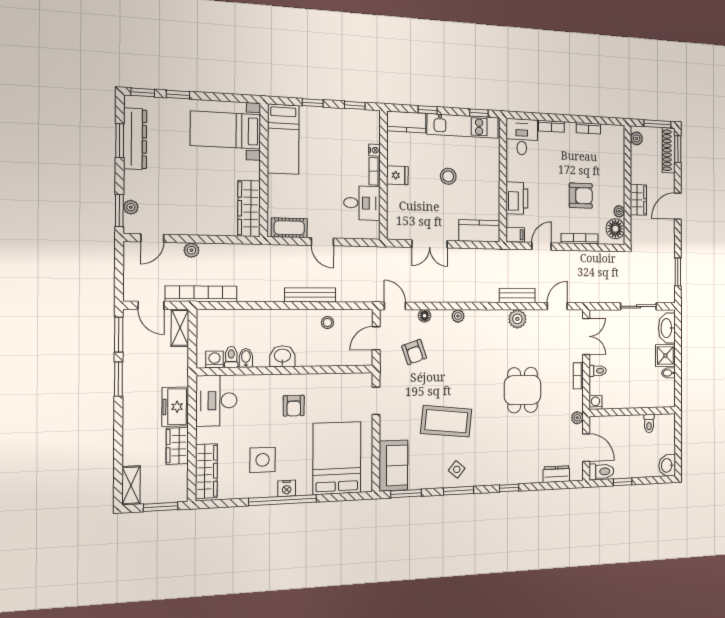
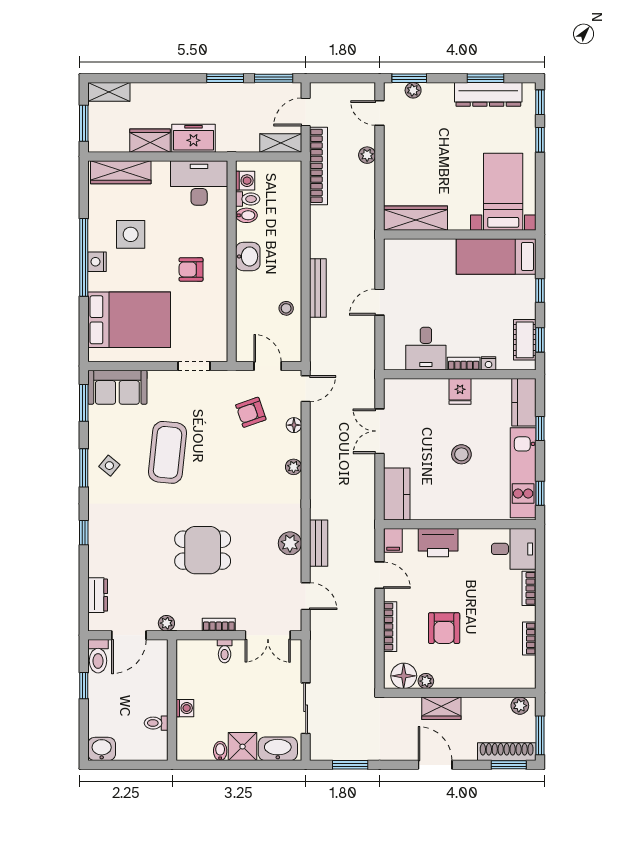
cot: (289, 228) -> (525, 340), moved
washing machine: (595, 402) -> (185, 708), moved

